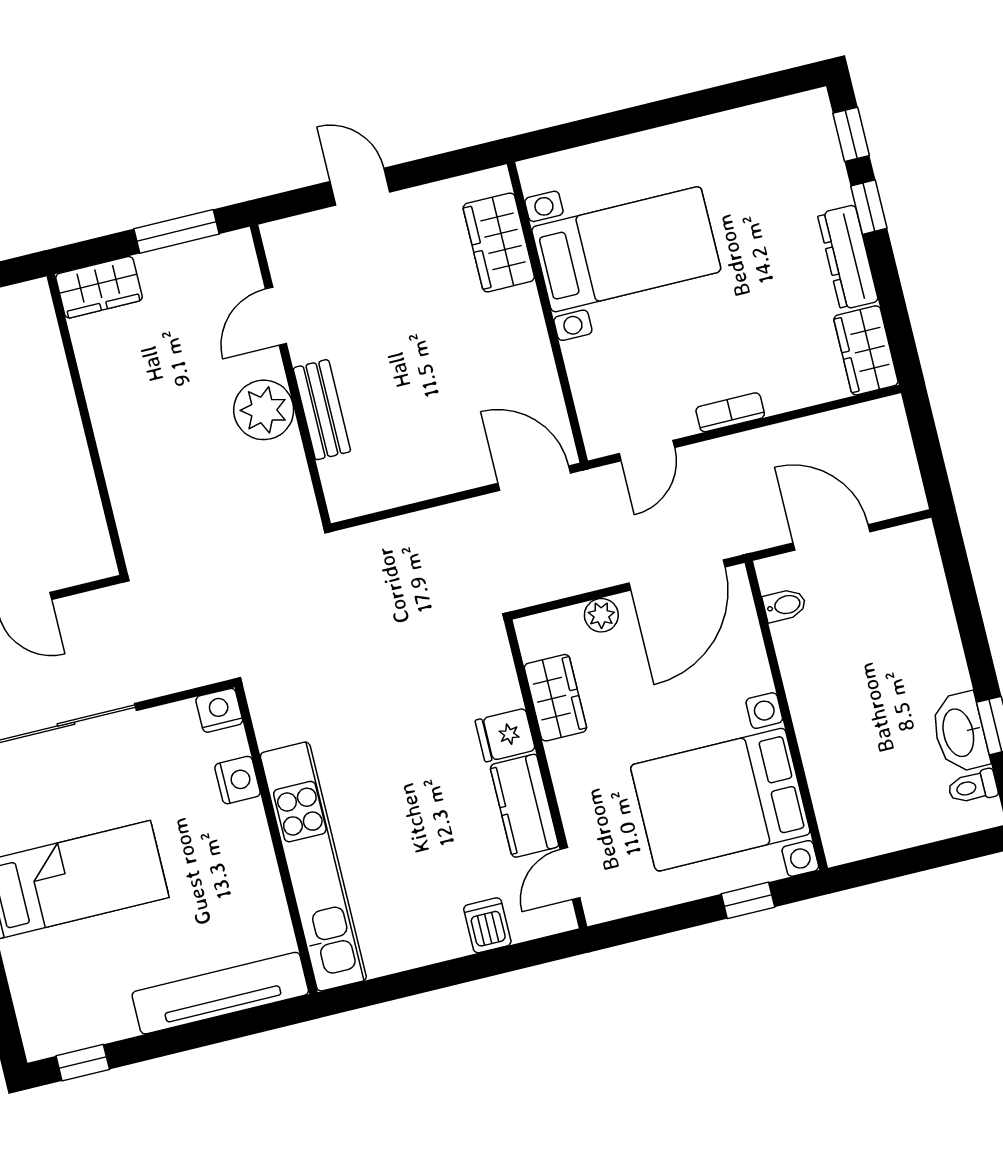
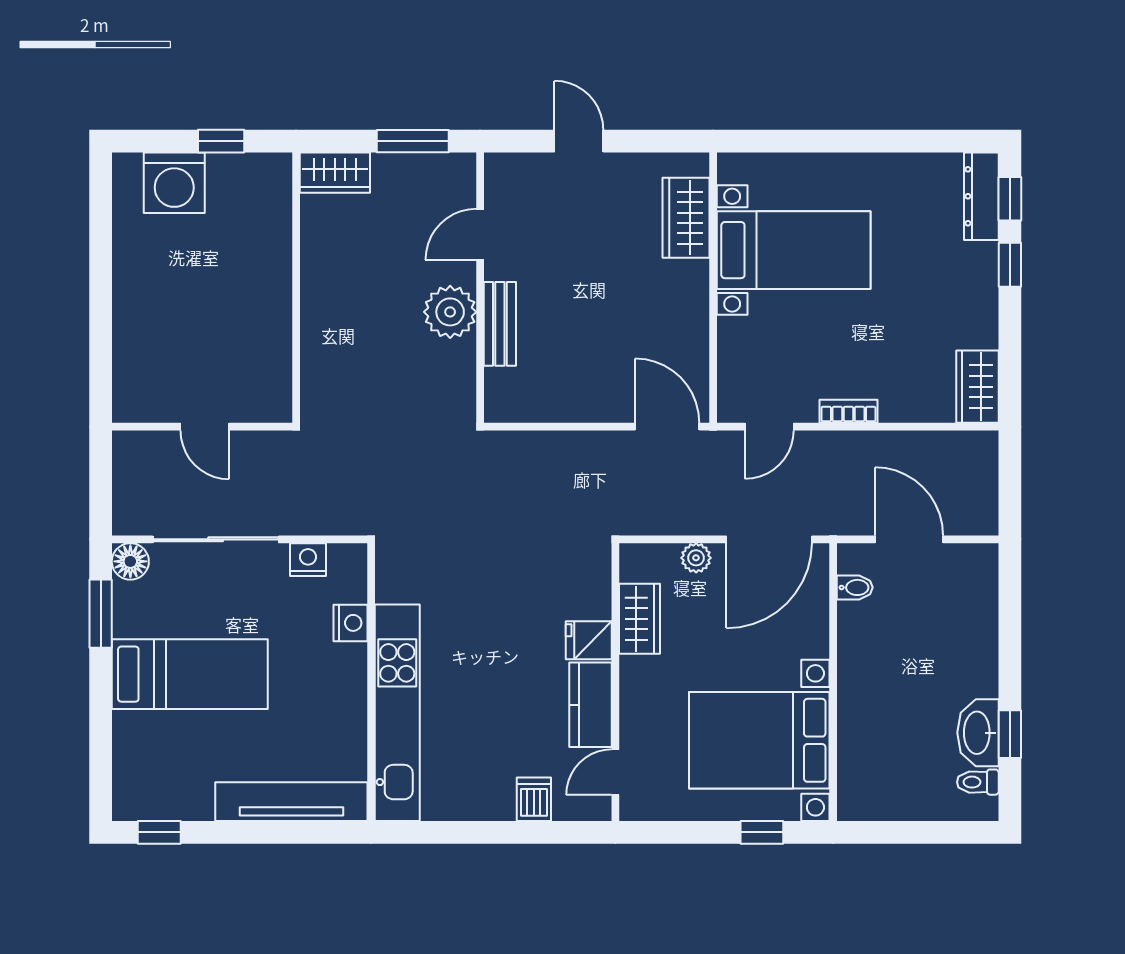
dresser: (848, 257) -> (981, 196), moved
nightstand: (219, 710) -> (308, 560), moved

